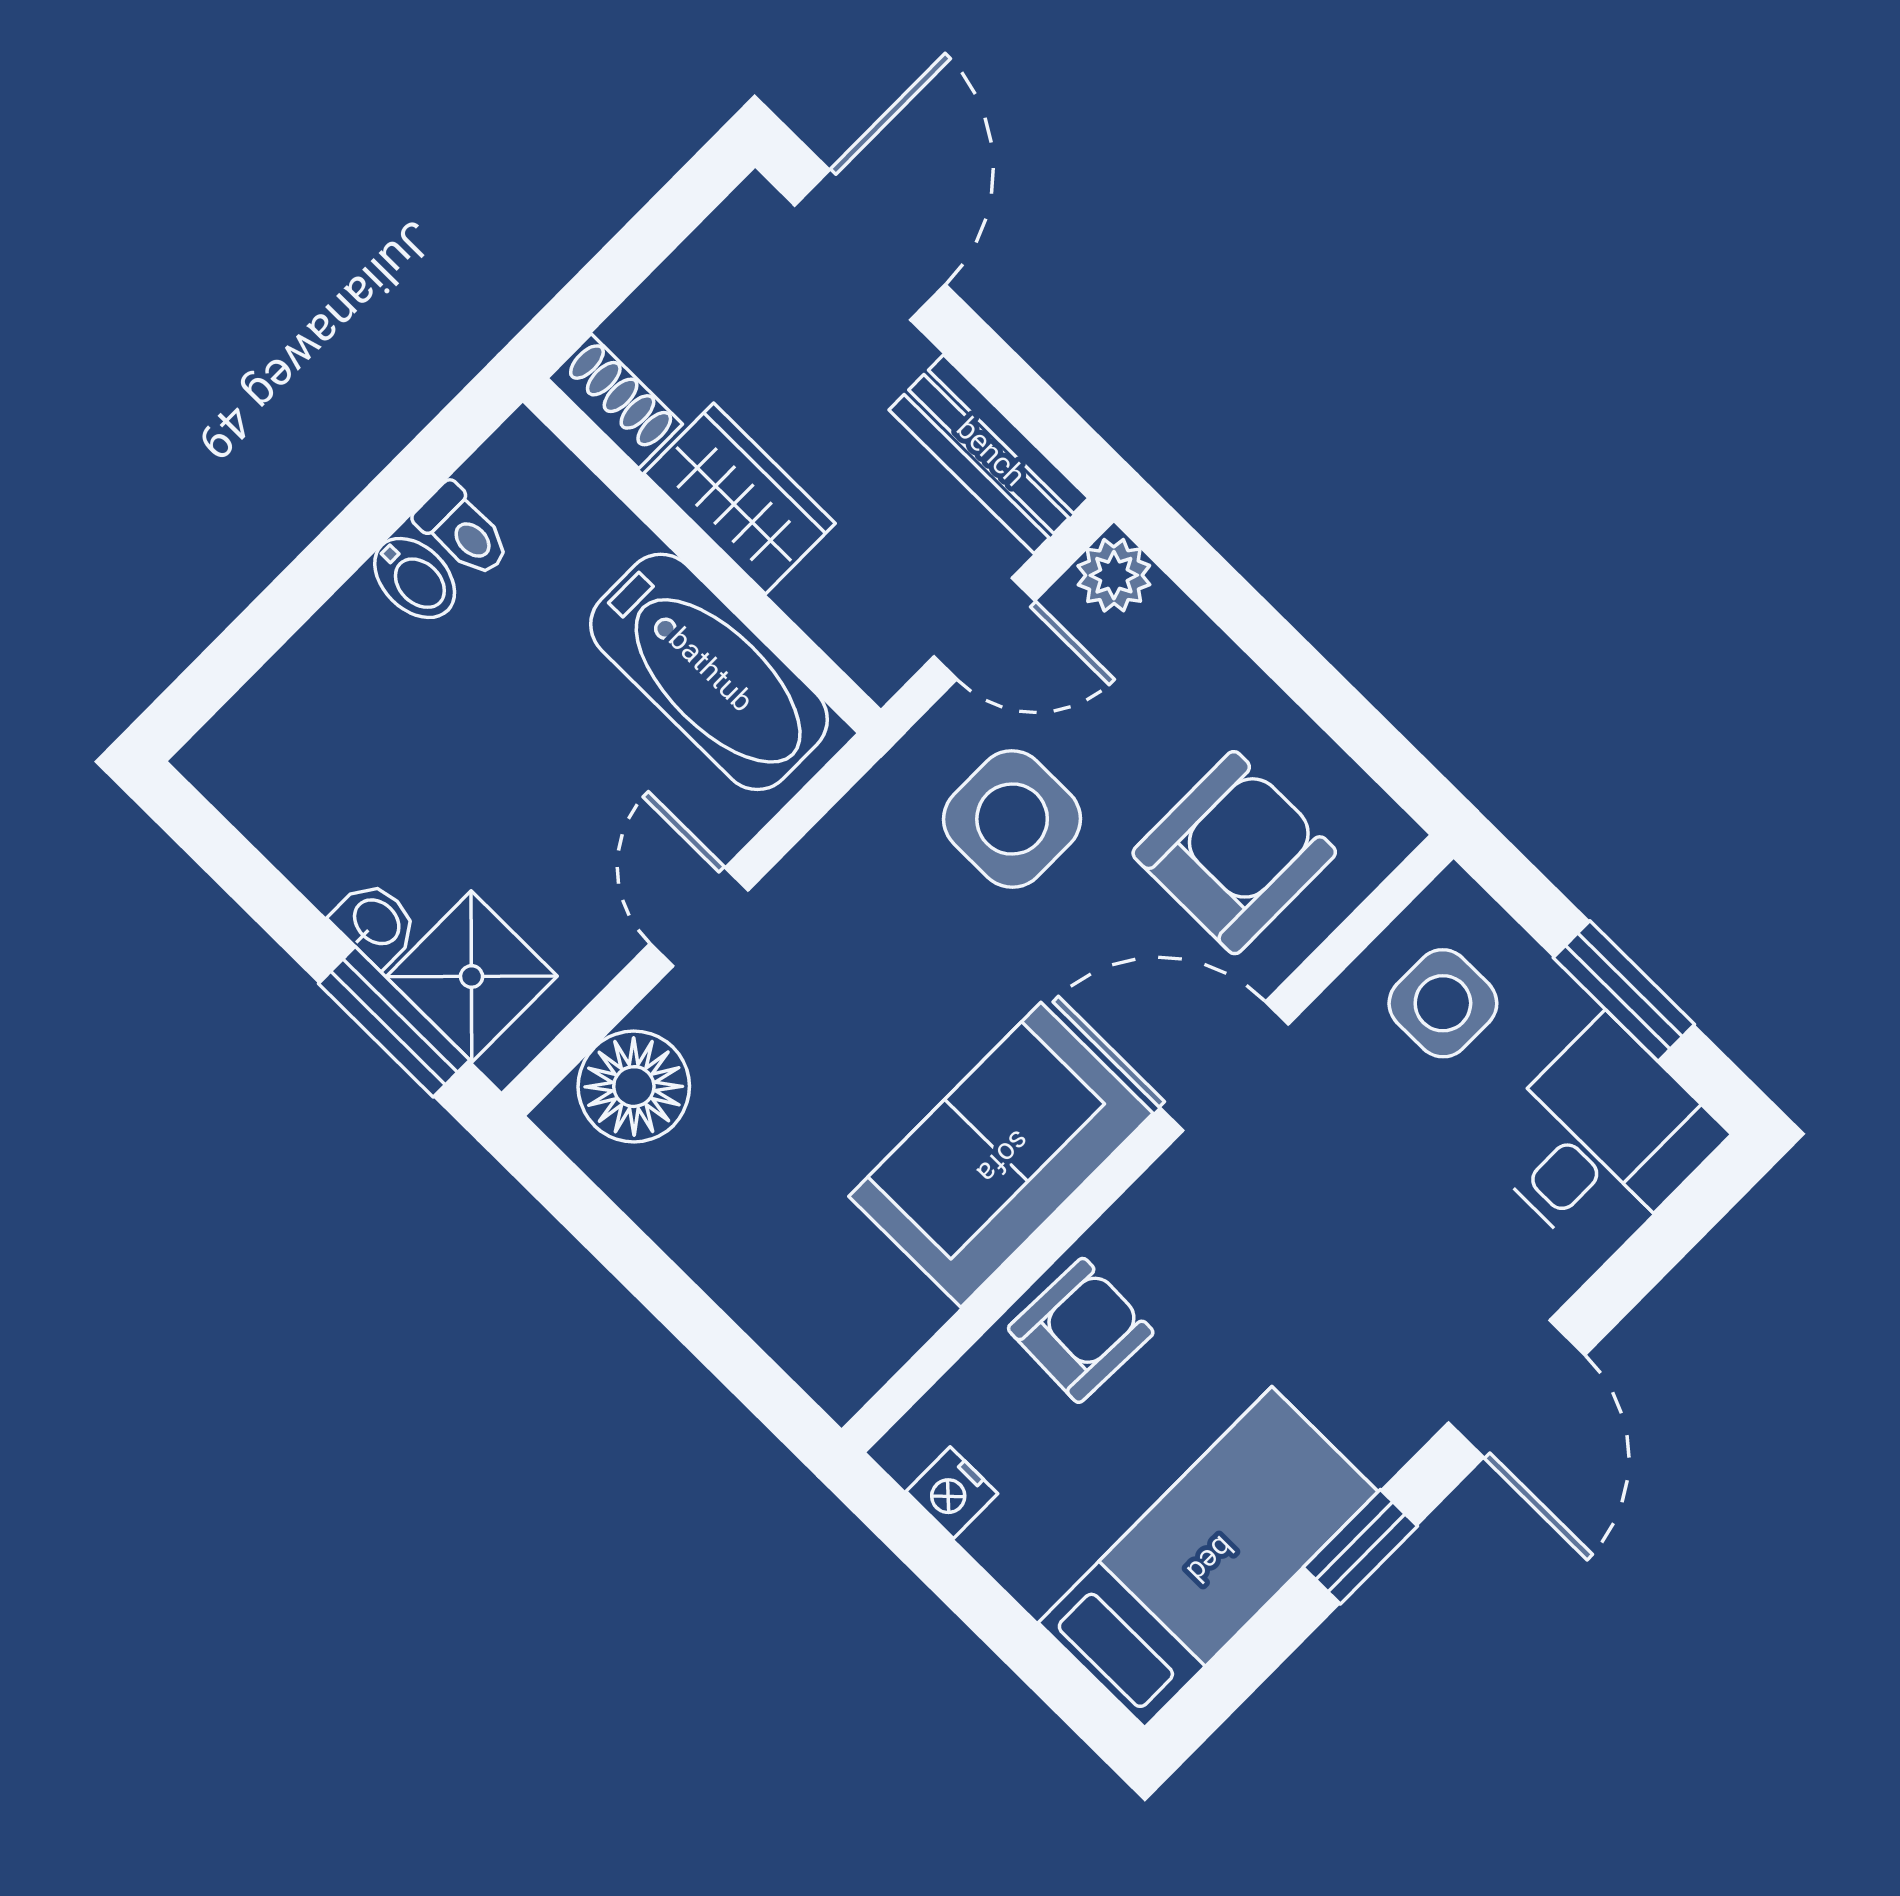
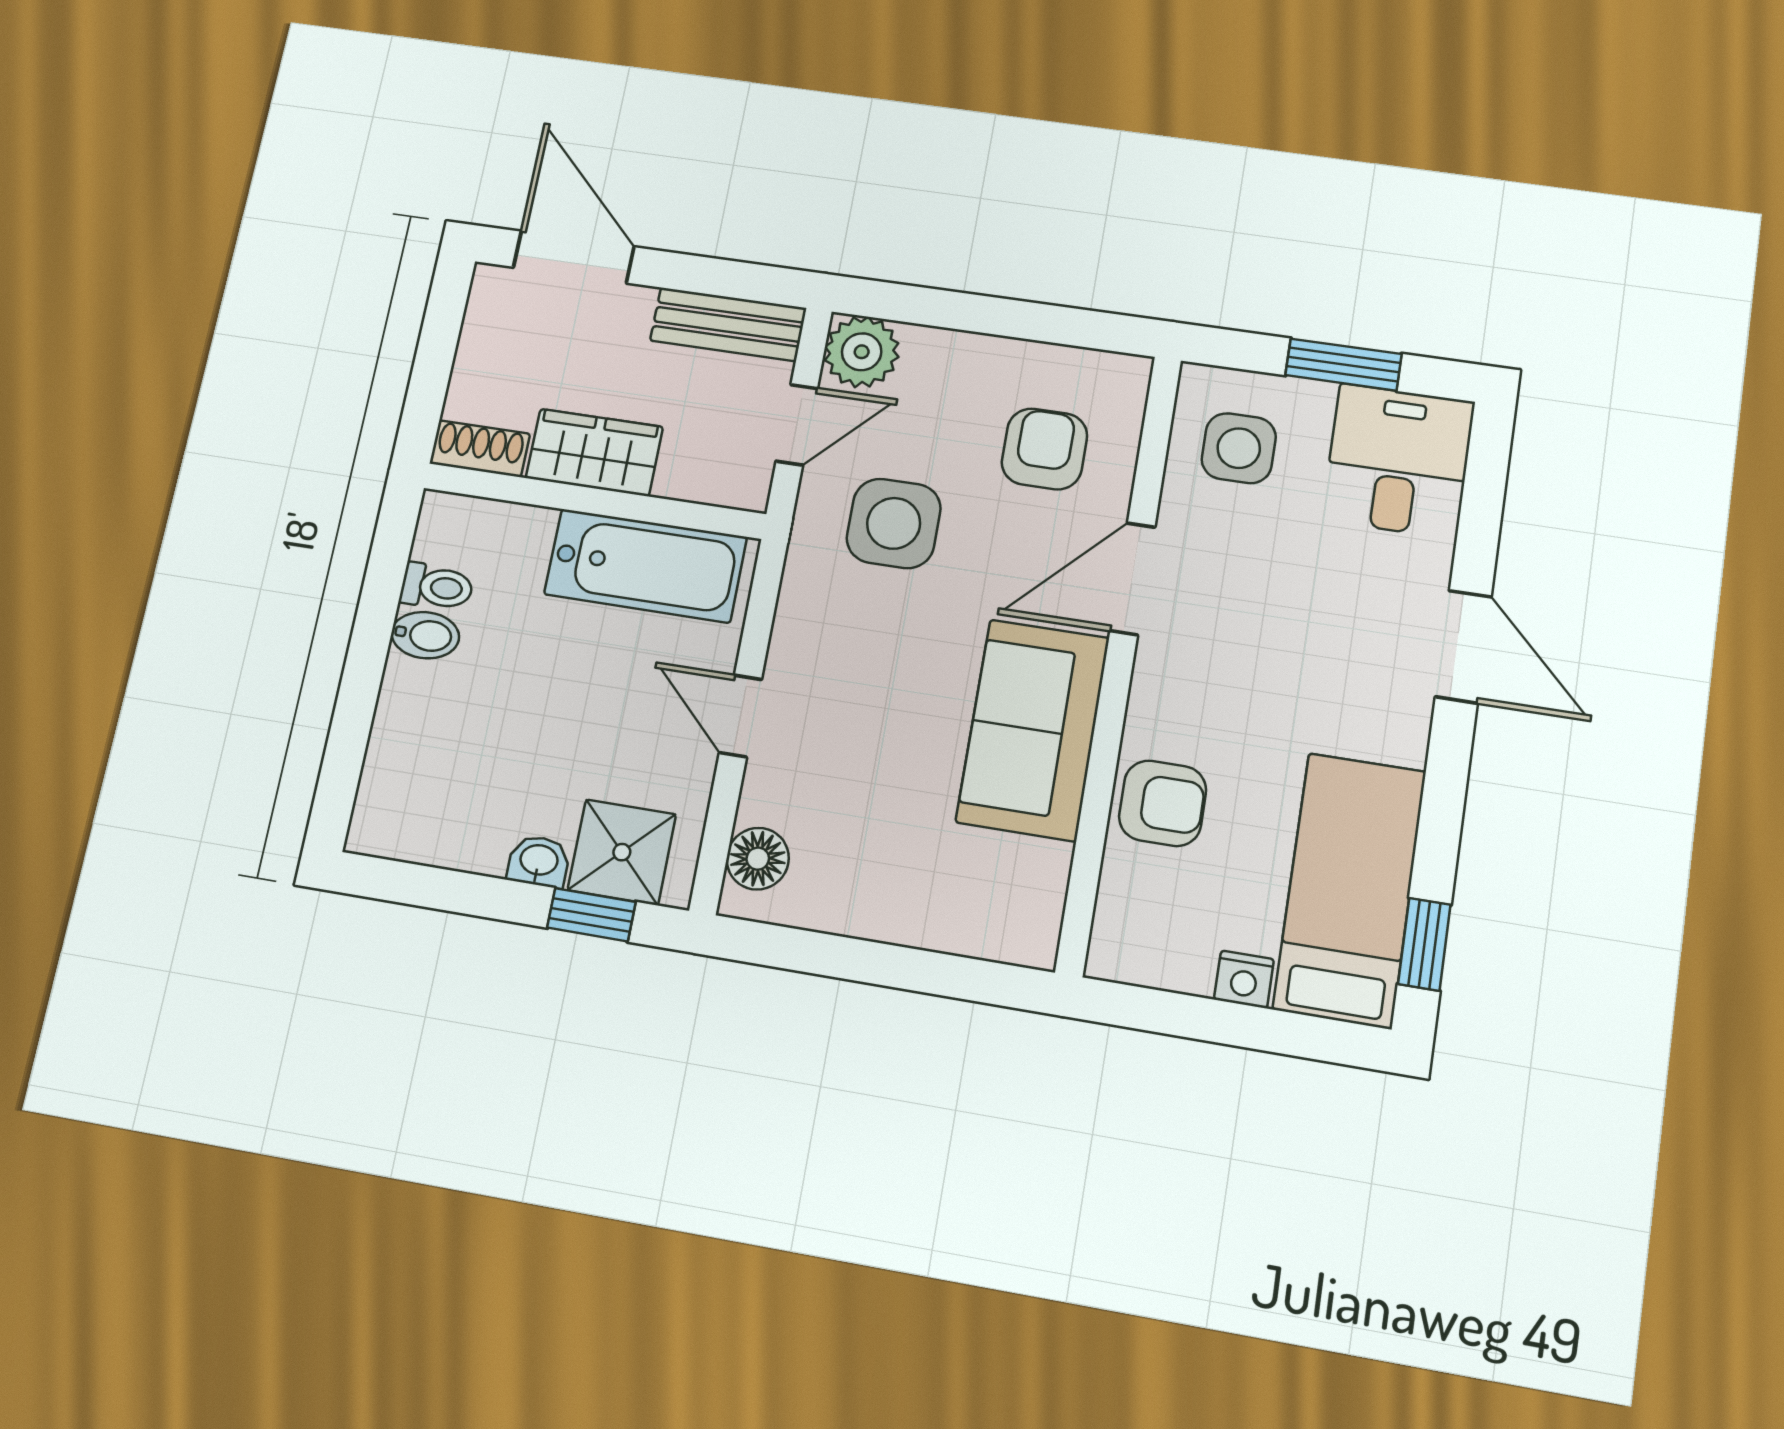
plant: (1114, 575) -> (862, 352), width x1.38, depth x1.38
armchair: (1234, 853) -> (1044, 449), width x0.72, depth x0.72
window: (394, 1022) -> (591, 915), width x0.67
floor lamp: (634, 1087) -> (758, 859), width x0.73, depth x0.73
armchair: (1081, 1330) -> (1163, 803), turned 88
nightstand: (952, 1493) -> (1244, 979), moved
window: (1360, 1547) -> (1424, 944), moved

